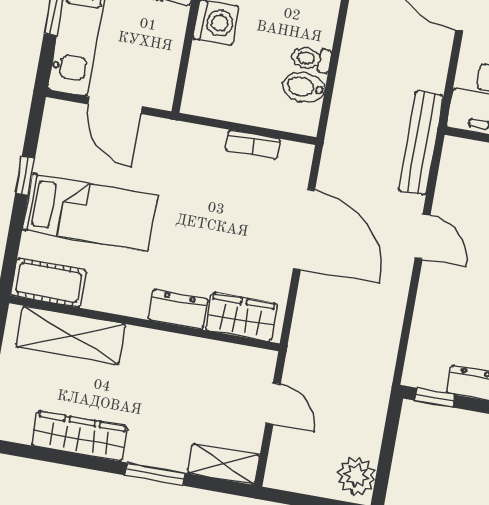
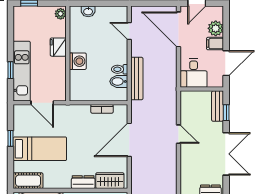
bench: (421, 143) -> (137, 79), moved
door: (304, 229) -> (129, 140), swing flipped

